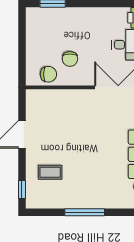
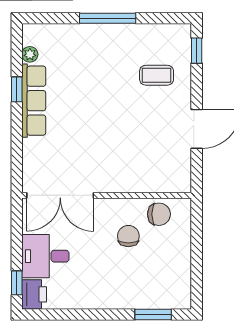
chair: (48, 74) -> (159, 214), turned 180

